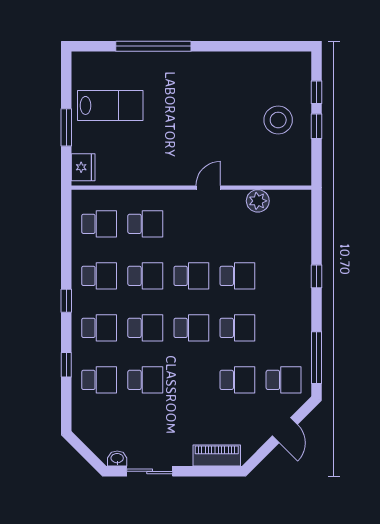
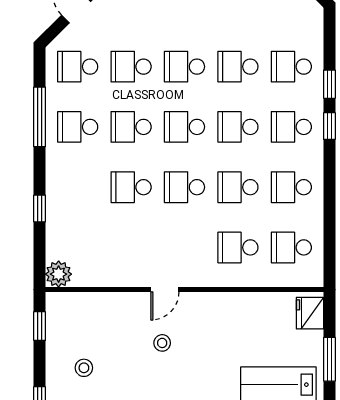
stool: (278, 120) -> (84, 368), width x0.53, depth x0.53
window: (316, 126) -> (40, 326), moved
stool: (211, 141) -> (162, 343), added
plant: (258, 201) -> (59, 274), moved
window: (316, 276) -> (40, 208), moved
window: (66, 301) -> (329, 126), moved
school desk: (284, 328) -> (78, 127), added
window: (316, 358) -> (40, 117), moved
school desk: (191, 380) -> (184, 67), added

